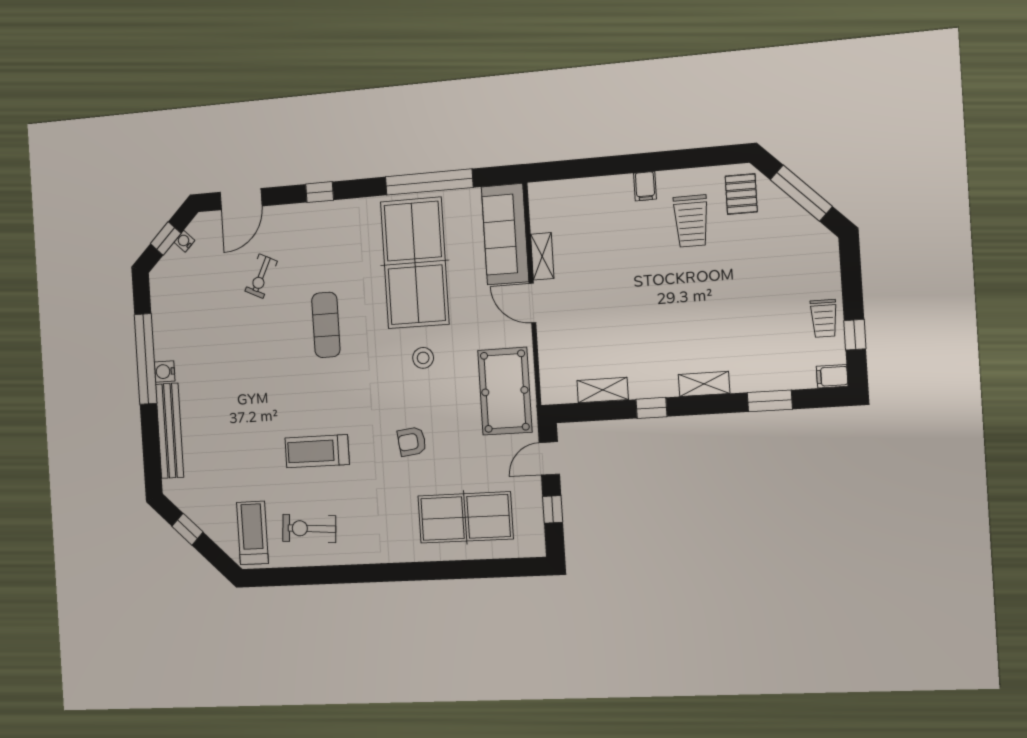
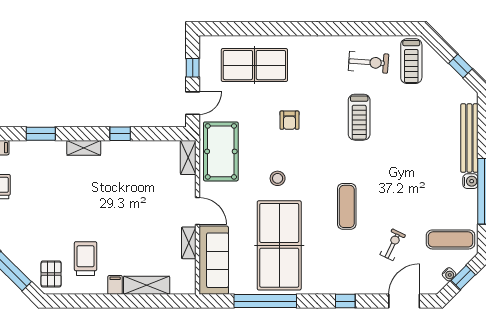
shelving: (599, 190) -> (147, 285), added
exercise mat: (186, 289) -> (451, 239), added
shelving: (603, 390) -> (188, 157), moved, turned 90
armchair: (412, 442) -> (289, 120), turned 97
treadmill: (317, 451) -> (359, 117), turned 90

